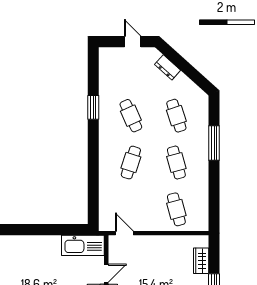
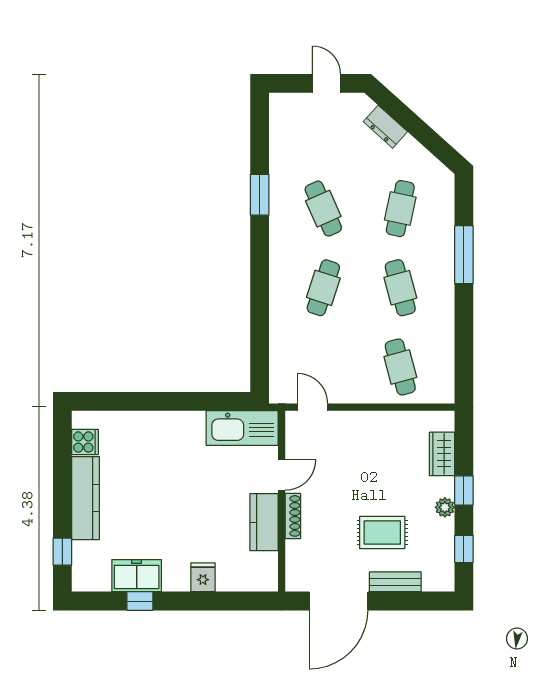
cafe table: (176, 116) -> (400, 209), turned 30

